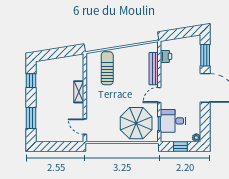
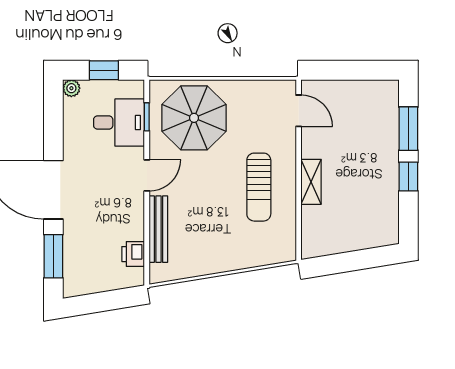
sun lounger: (107, 68) -> (259, 187), moved
window: (31, 81) -> (408, 177), moved

